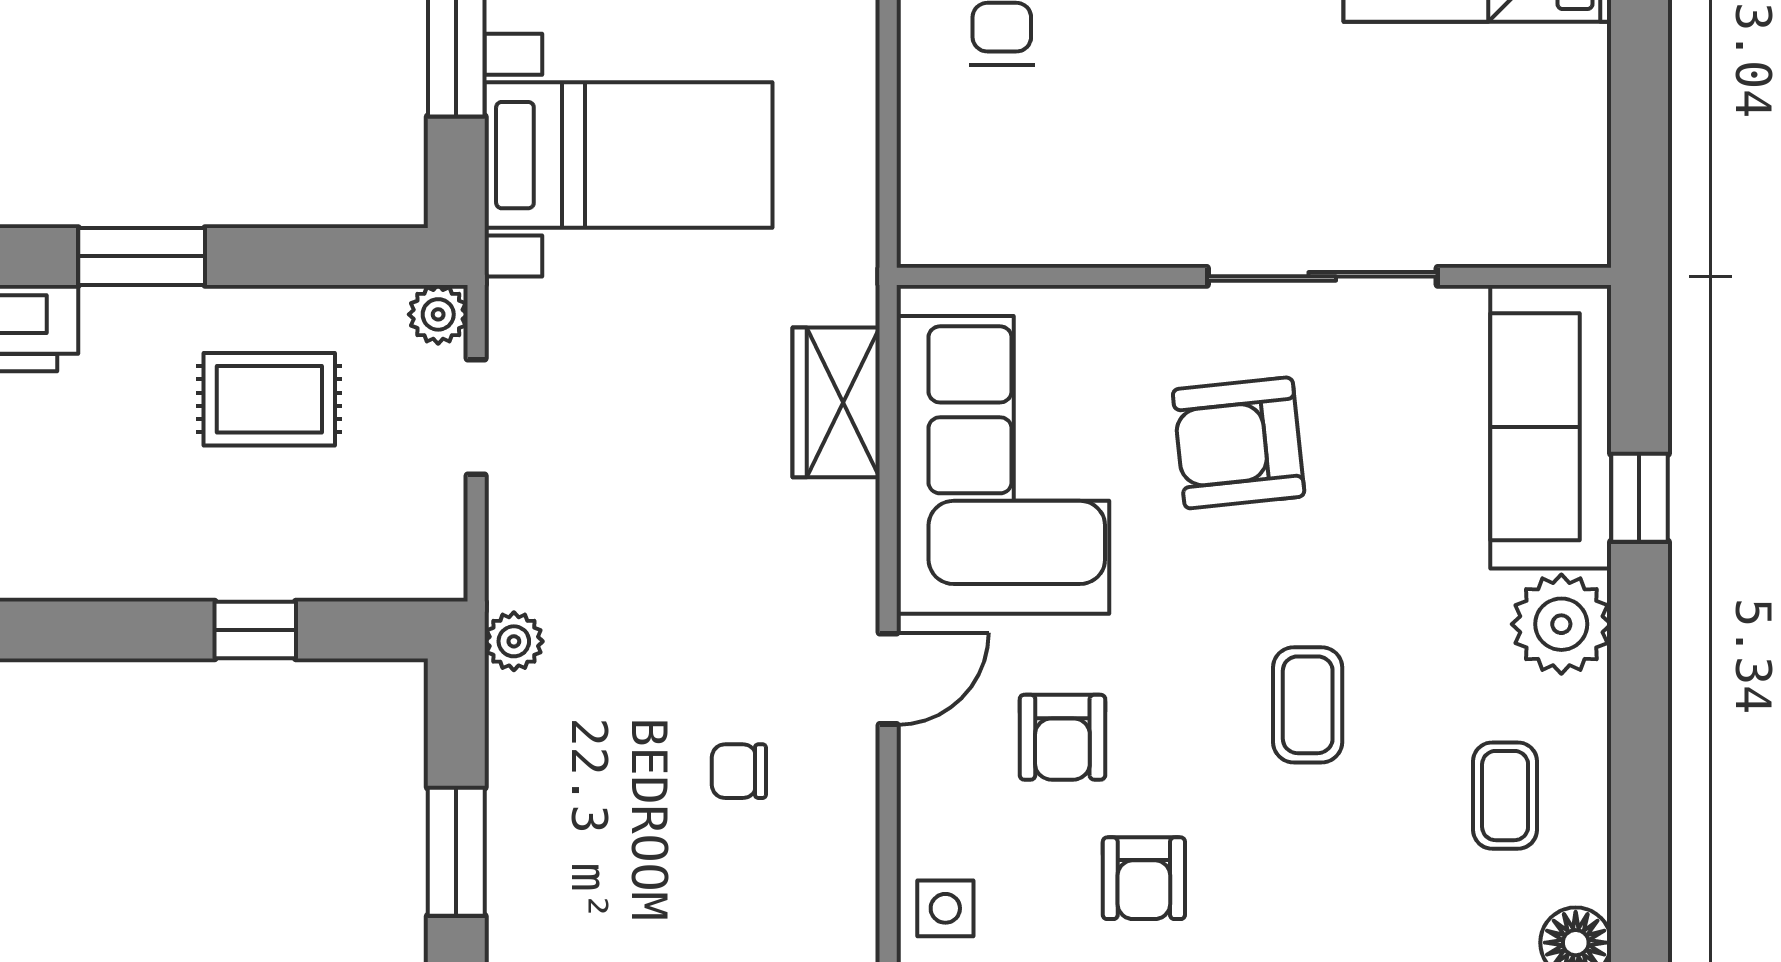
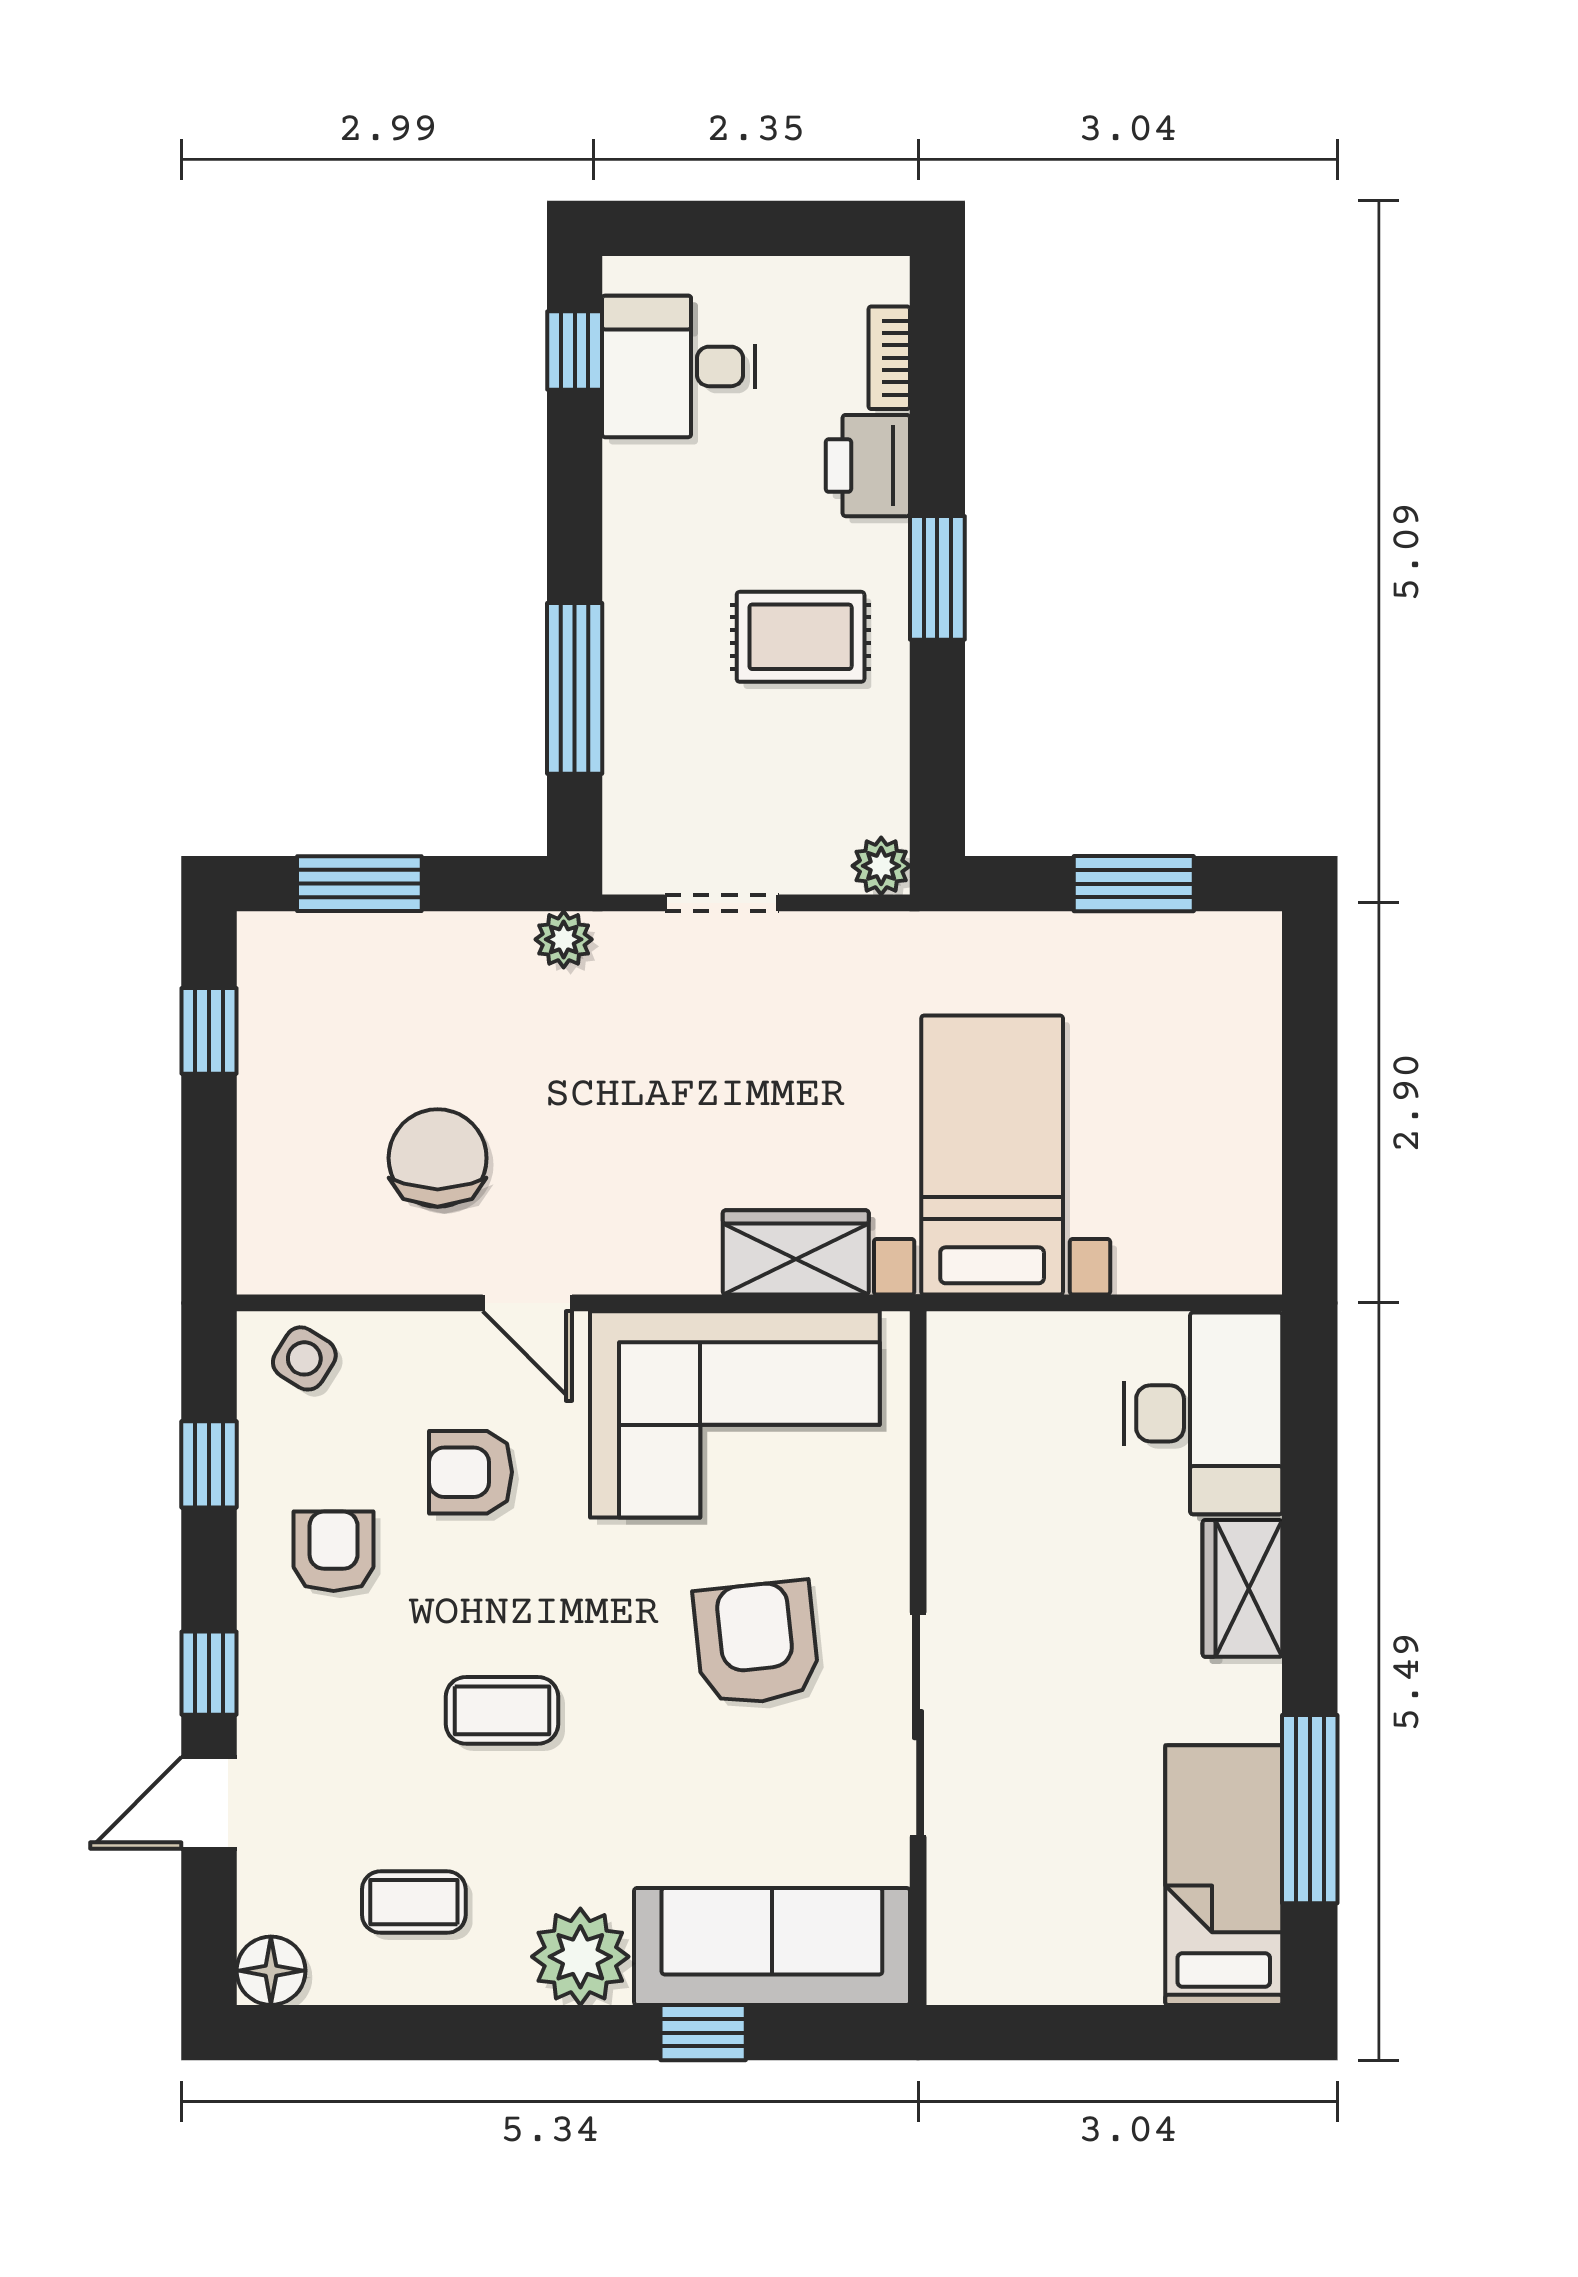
bed with nightstands: (629, 155) -> (992, 1155), moved, turned 180
rug: (269, 399) -> (801, 637), moved, turned 90
doorway: (476, 417) -> (721, 903), moved
window: (255, 630) -> (575, 688), width x2.17
chair: (739, 771) -> (438, 1158), width x1.87, depth x1.87
armchair: (1144, 878) -> (334, 1551), turned 90
side table: (945, 908) -> (304, 1358), turned 32

